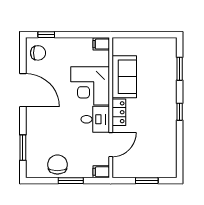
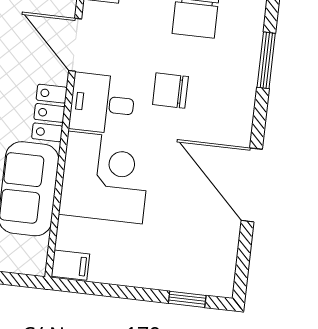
chair: (38, 53) -> (170, 91), moved
door: (111, 145) -> (75, 45), hinge flipped

